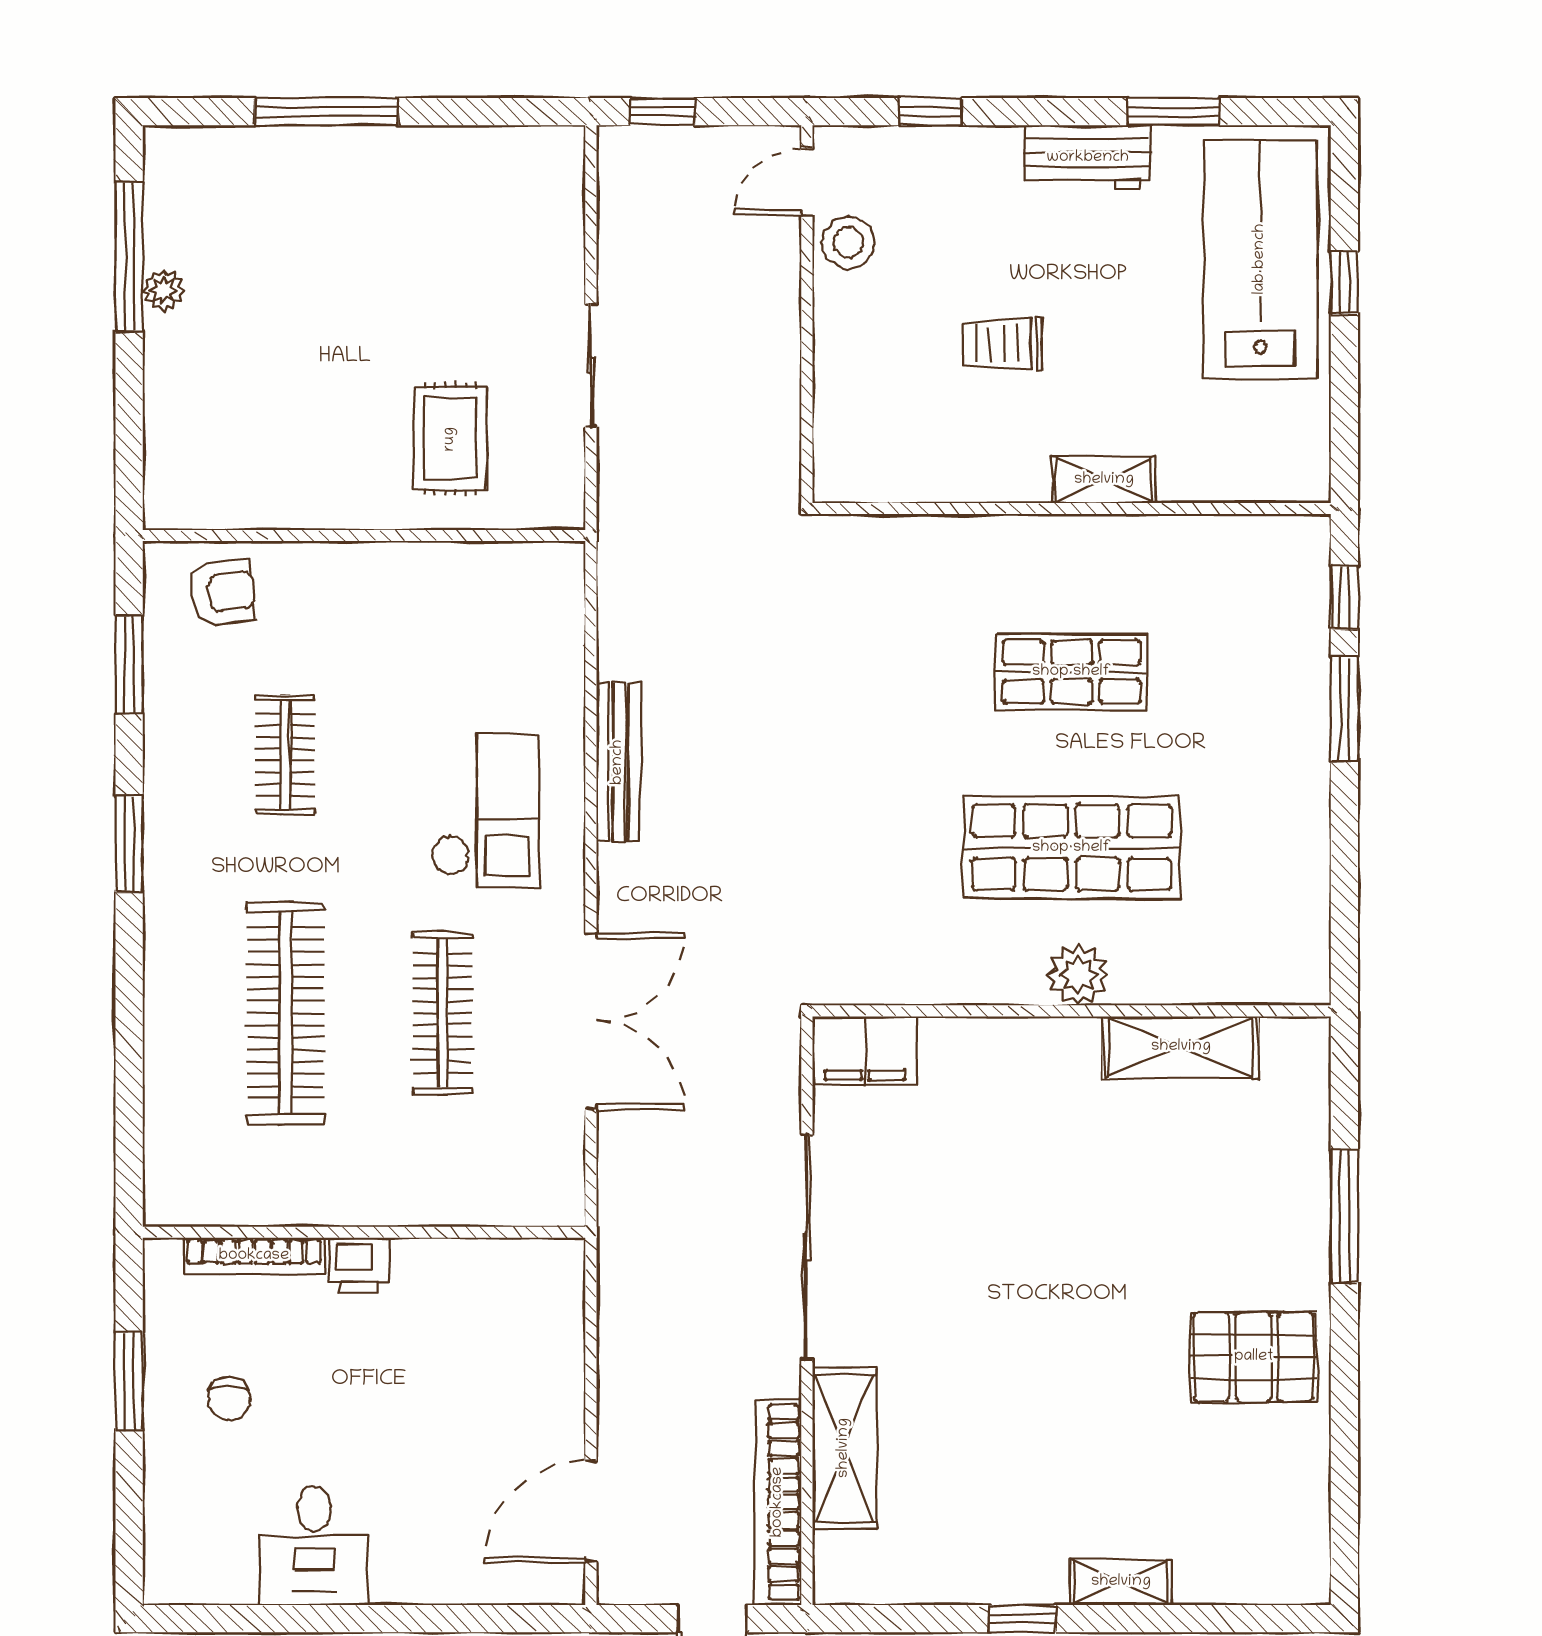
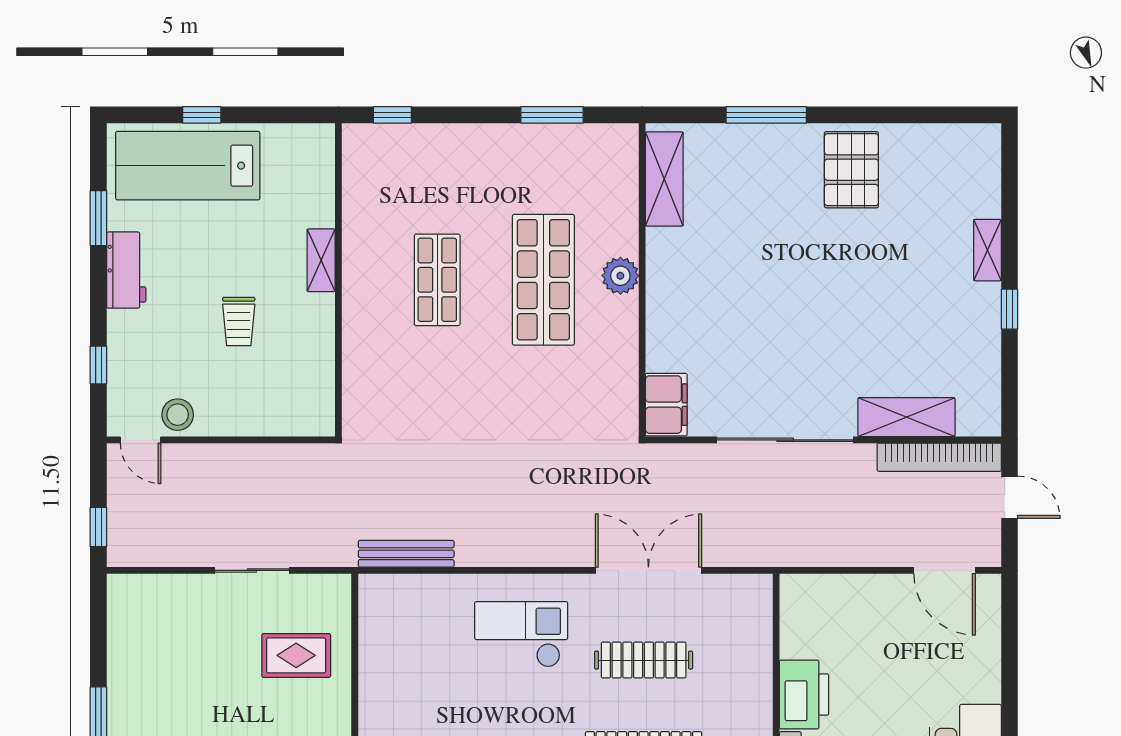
window: (1344, 708) -> (552, 115), moved
bench: (618, 762) -> (406, 554), moved
shelving: (1181, 1047) -> (664, 179), moved
printer: (359, 1265) -> (804, 695), width x1.87, depth x1.48

